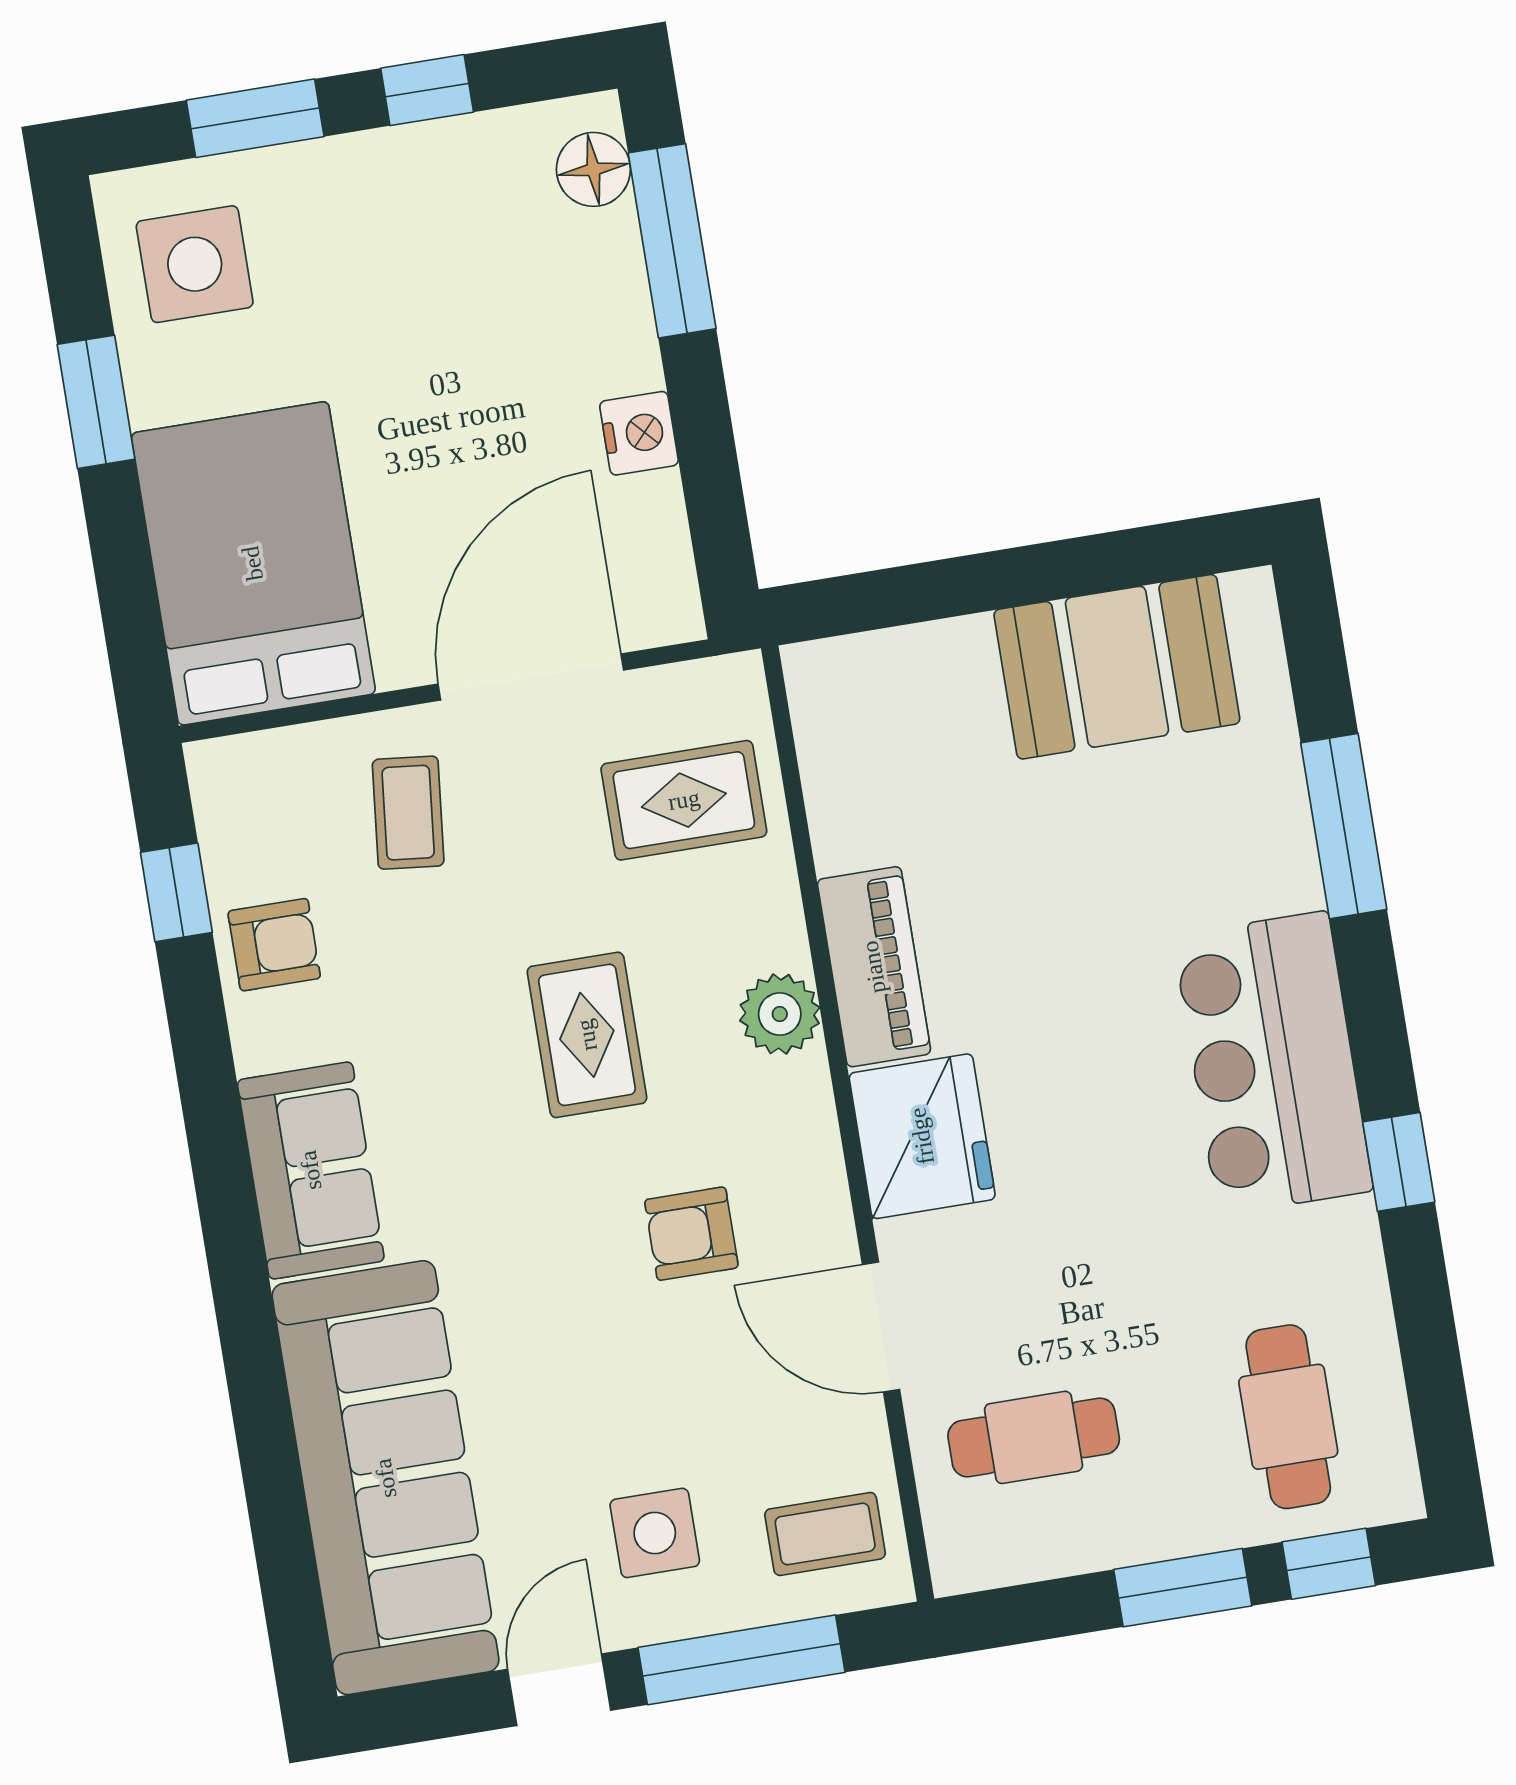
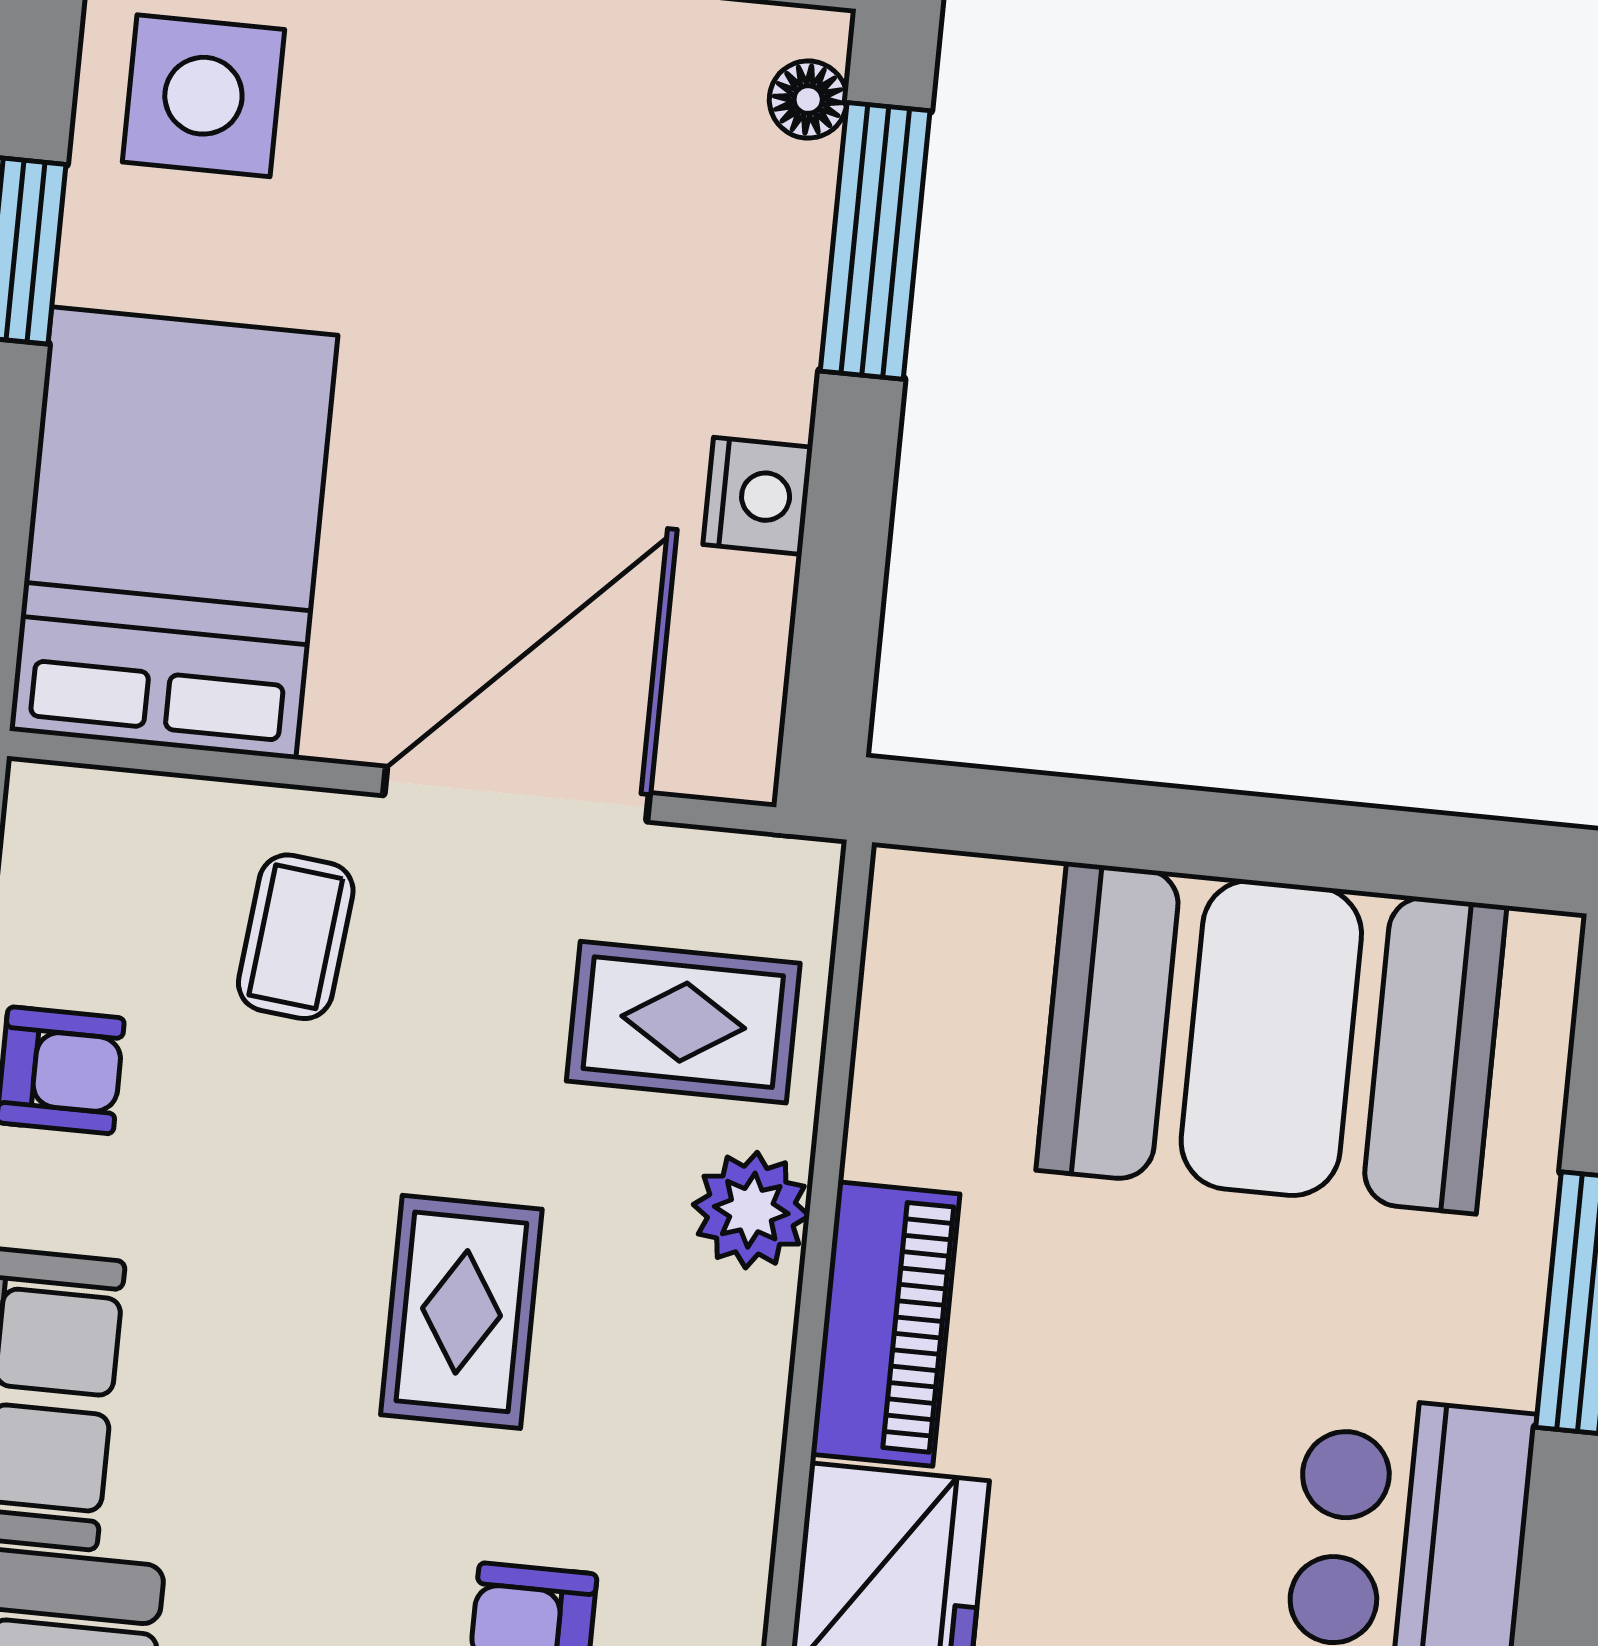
floor lamp: (593, 169) -> (808, 100), width x0.73, depth x0.73
booth: (1117, 667) -> (1271, 1038), width x1.36, depth x1.42
plant: (780, 1014) -> (751, 1210), moved

